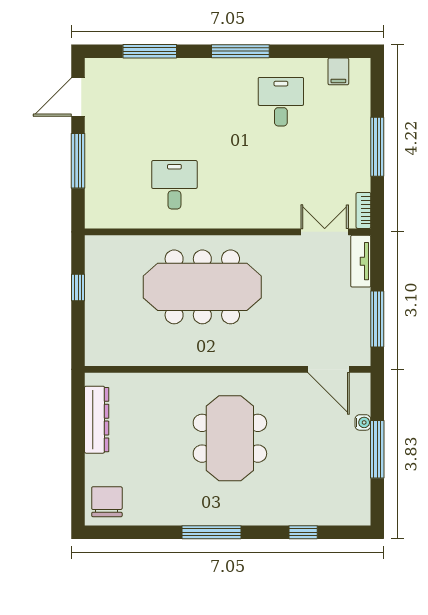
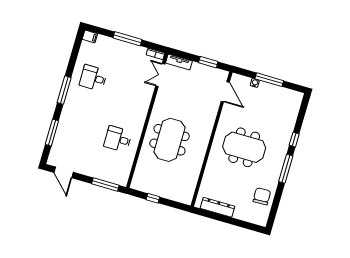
filing cabinet: (338, 71) -> (90, 36), moved
window: (78, 161) -> (105, 184), moved
meeting table: (202, 287) -> (170, 140), width x0.73
window: (377, 319) -> (208, 62), width x0.69
door: (329, 369) -> (225, 92), hinge flipped
chair: (107, 502) -> (262, 196), moved, turned 88
window: (303, 532) -> (294, 140), moved

